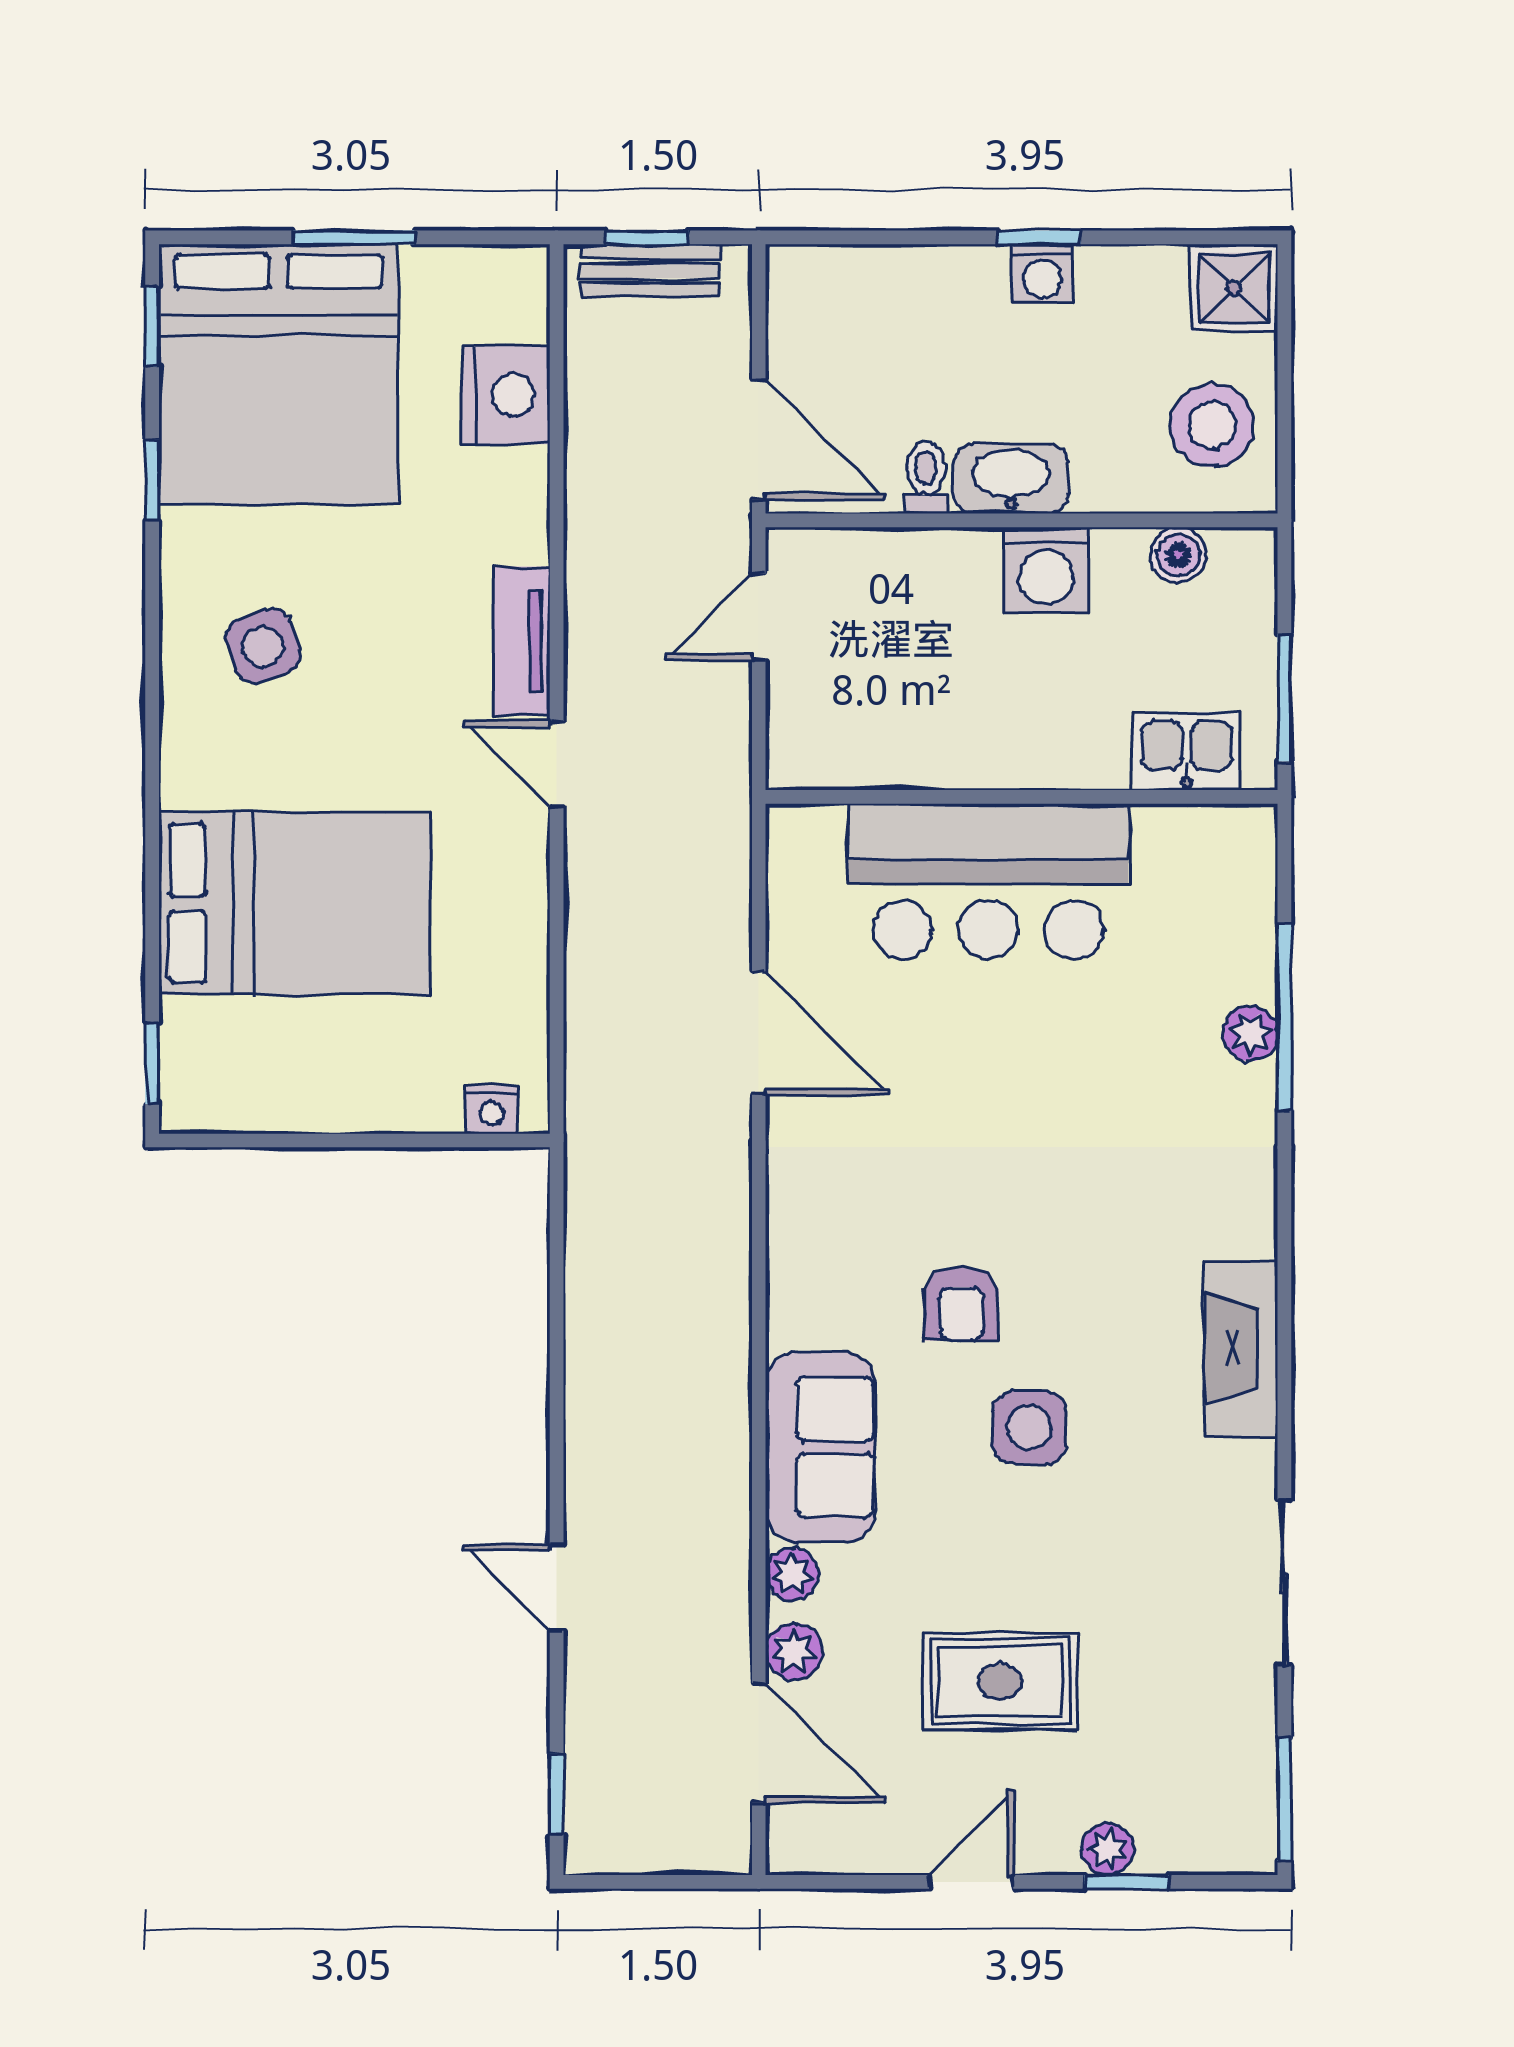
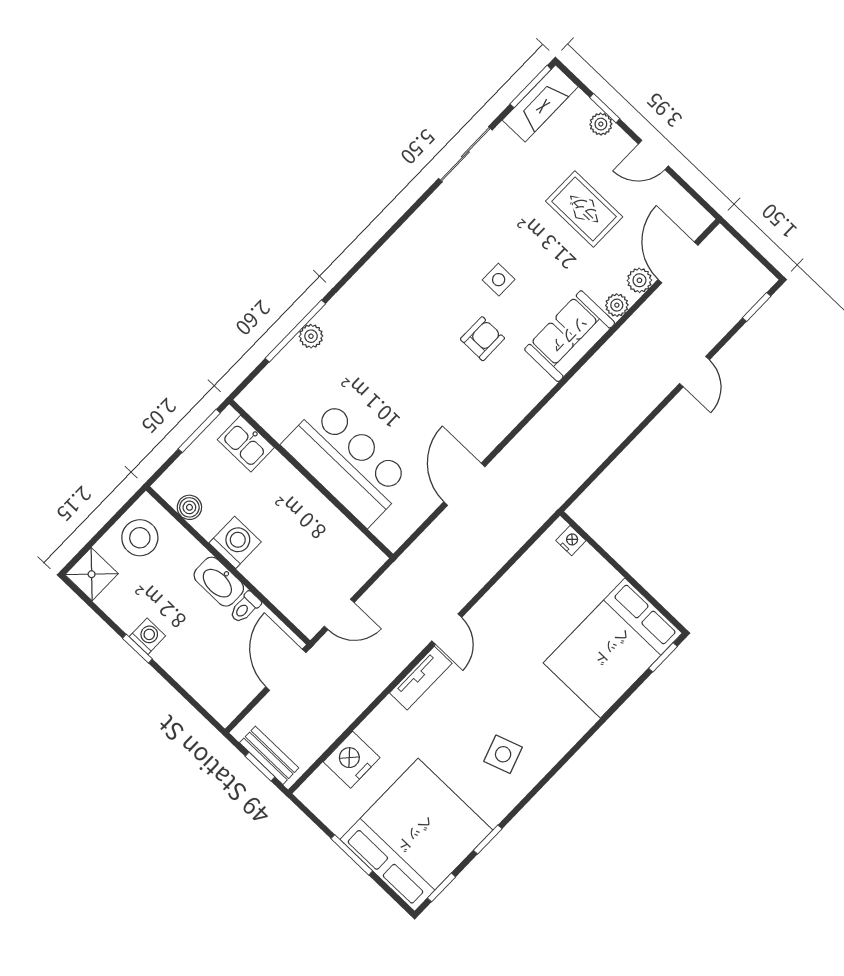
bed: (295, 903) -> (613, 648), moved, turned -90
fireplace: (1241, 1349) -> (540, 103), moved
side table: (1029, 1427) -> (499, 280), width x0.73, depth x0.73

